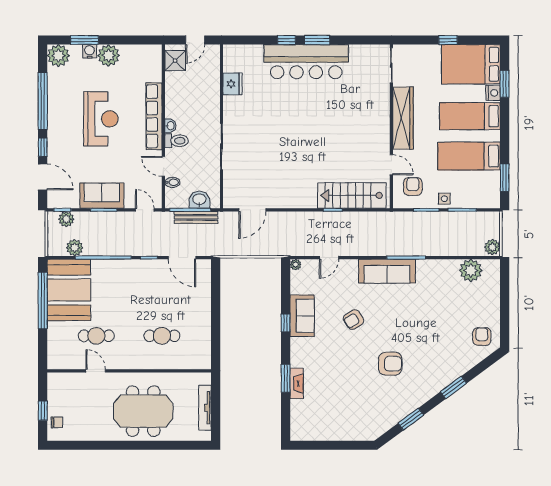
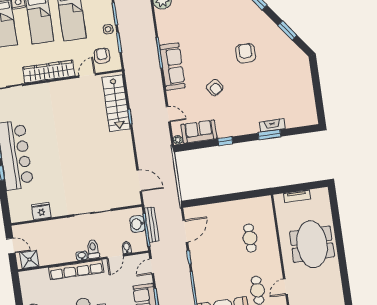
armchair: (413, 186) -> (102, 56), turned 90
sofa: (302, 316) -> (199, 132), moved
tv unit: (205, 408) -> (297, 196), width x0.71

